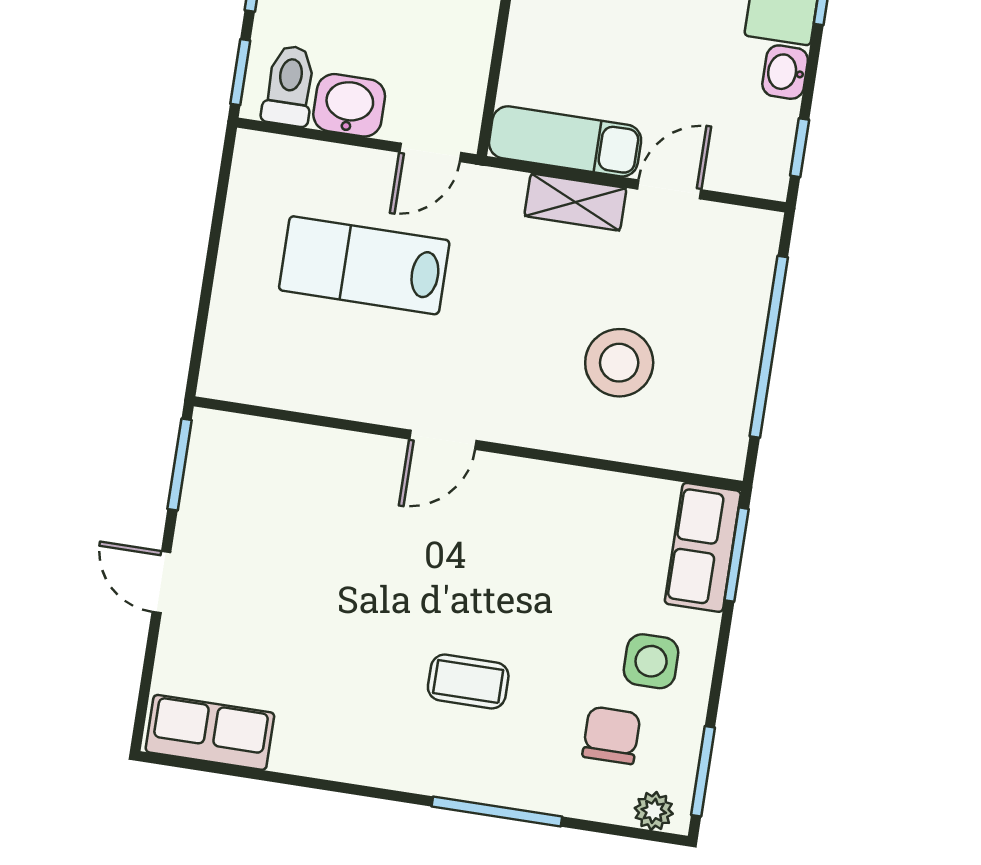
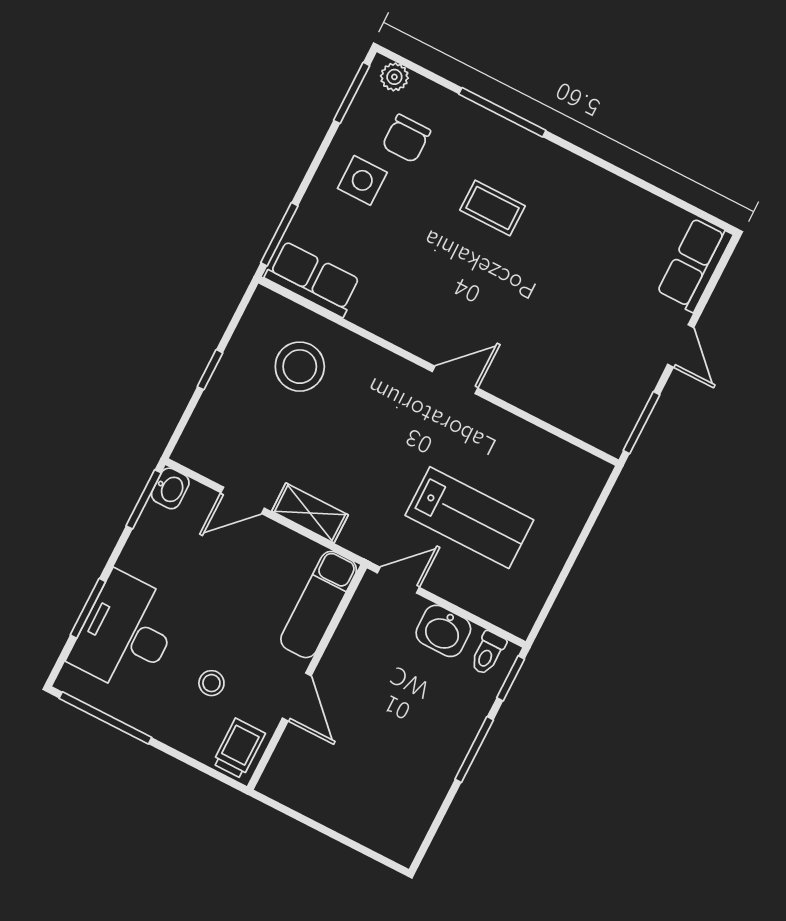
washbasin: (785, 72) -> (170, 488), moved
toilet: (289, 86) -> (488, 653), width x0.73, depth x0.72
exam couch: (565, 141) -> (319, 604), moved, turned 90
window: (800, 148) -> (144, 499), width x1.50
window: (769, 347) -> (210, 370), width x0.32
stool: (619, 363) -> (300, 367), moved
row of seats: (703, 547) -> (313, 279), moved, turned -90
row of seats: (210, 732) -> (695, 264), moved, turned 90

